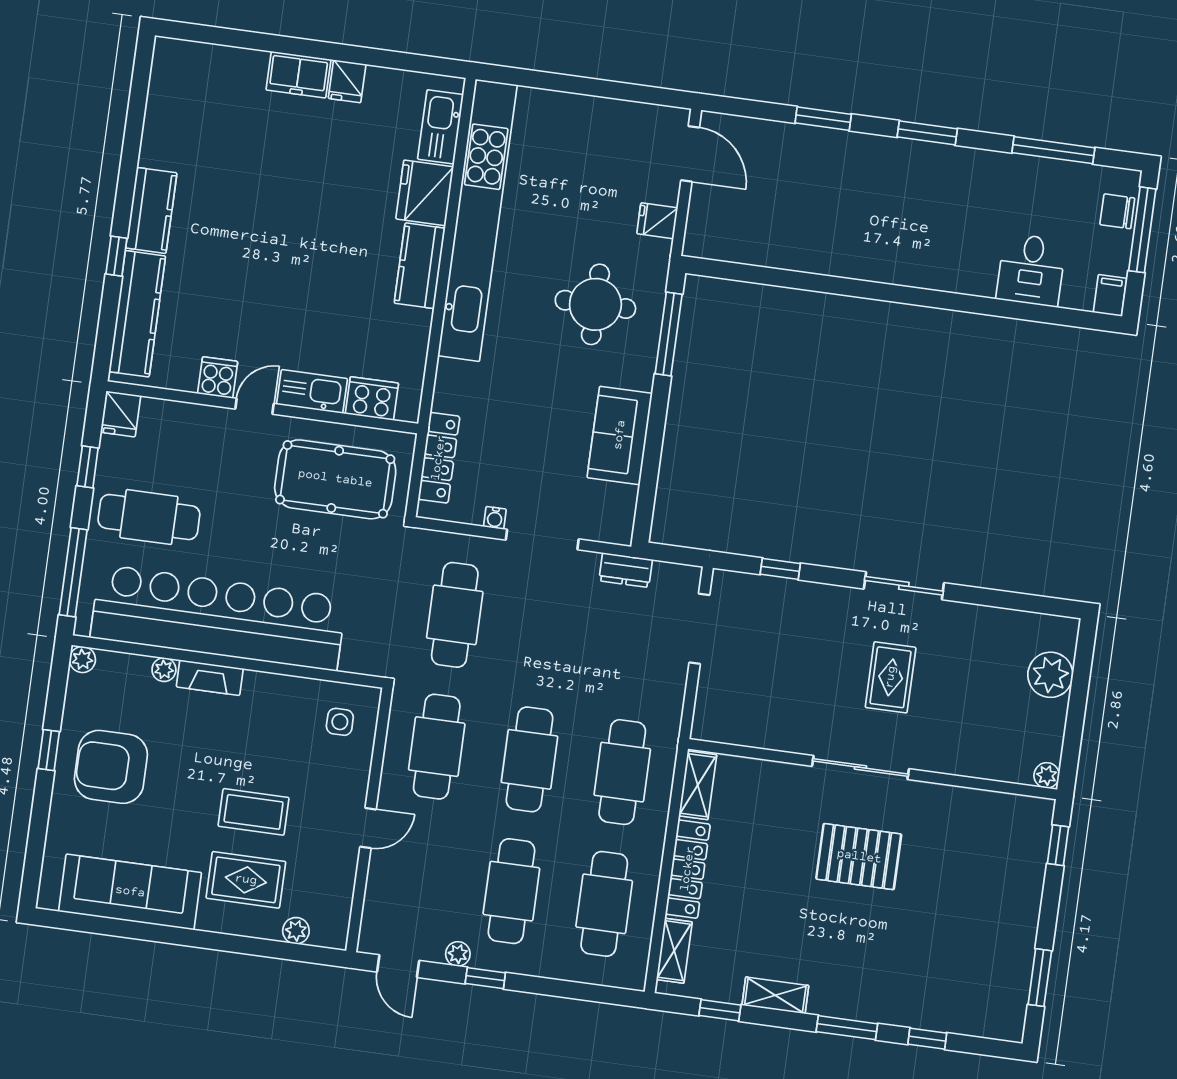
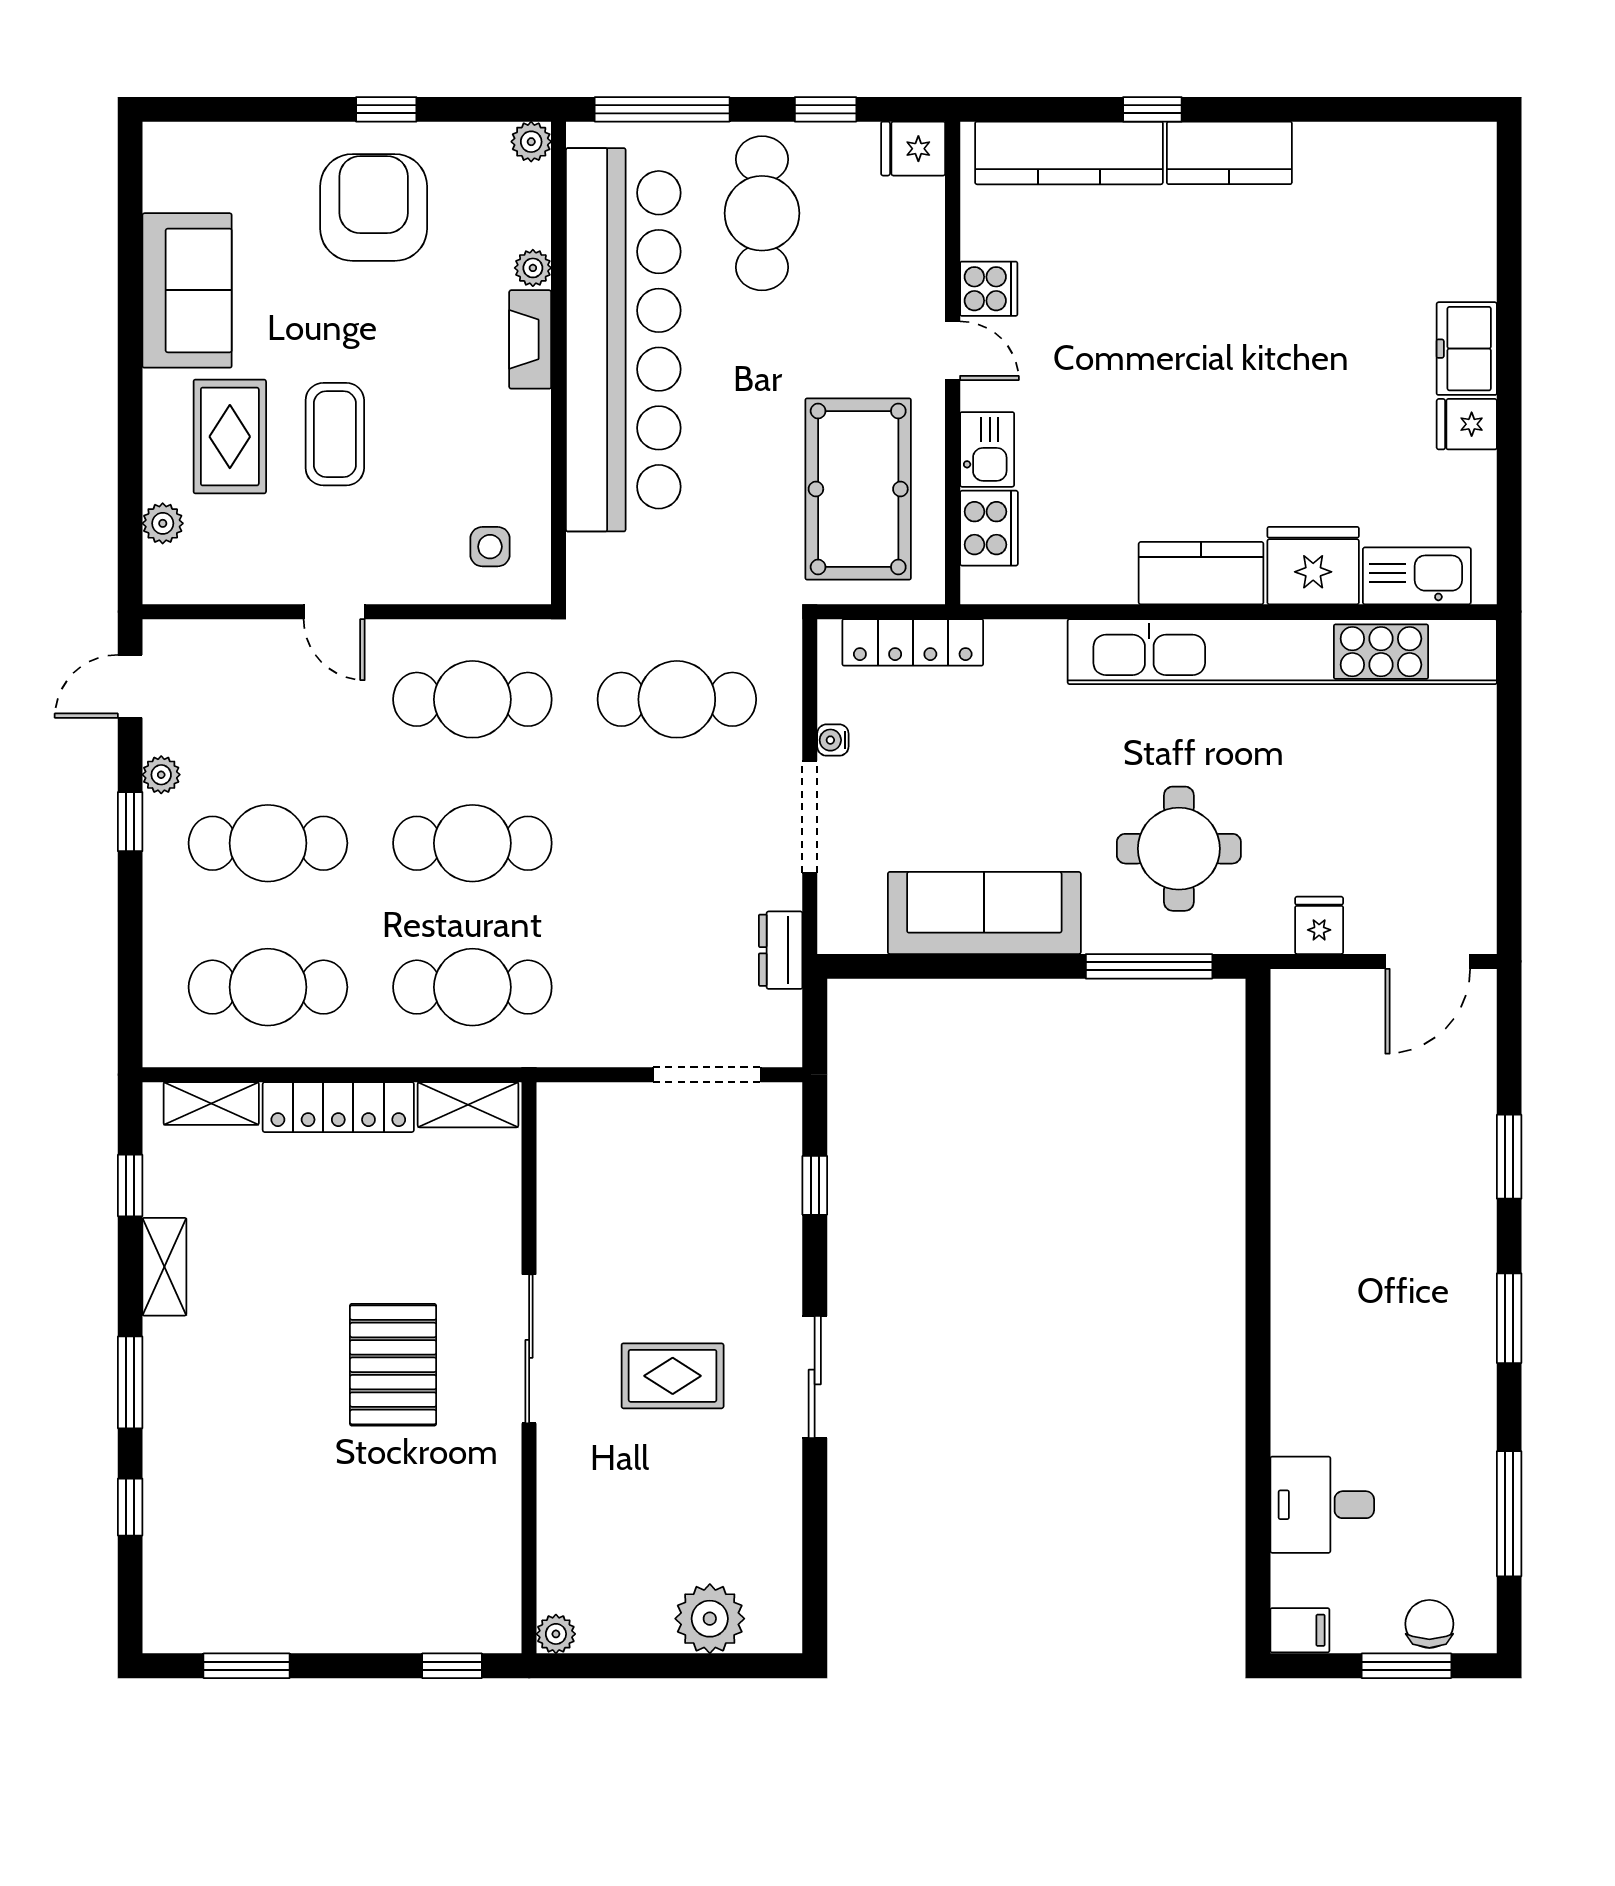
window: (1142, 230) -> (1406, 1666), width x0.69
kitchen sink: (312, 392) -> (987, 449), width x0.73
sofa: (620, 435) -> (984, 913), width x1.36
sofa: (130, 892) -> (187, 290), width x0.73

